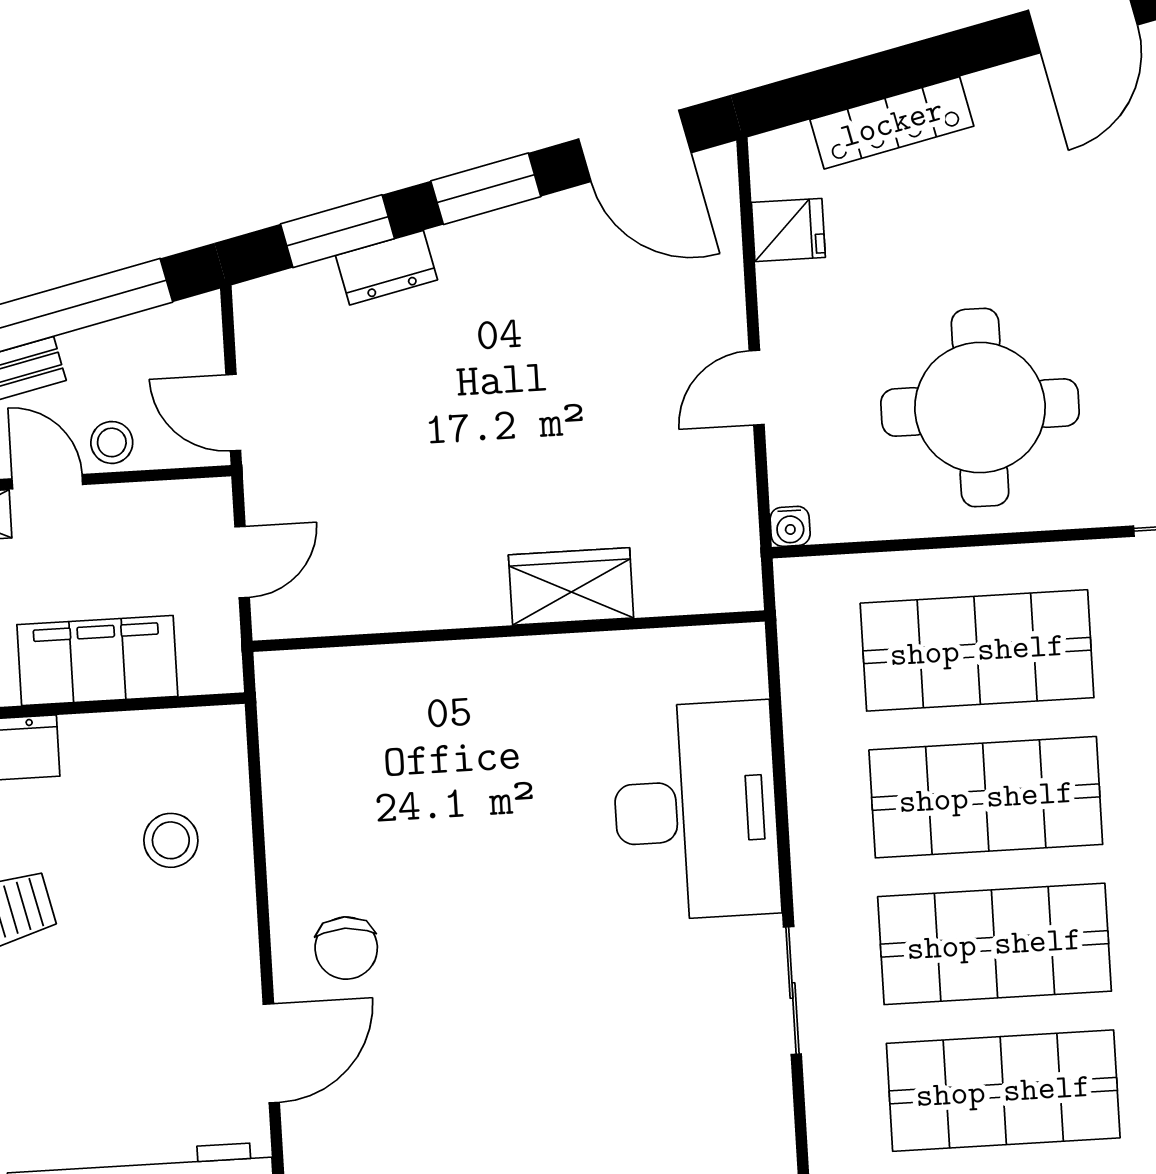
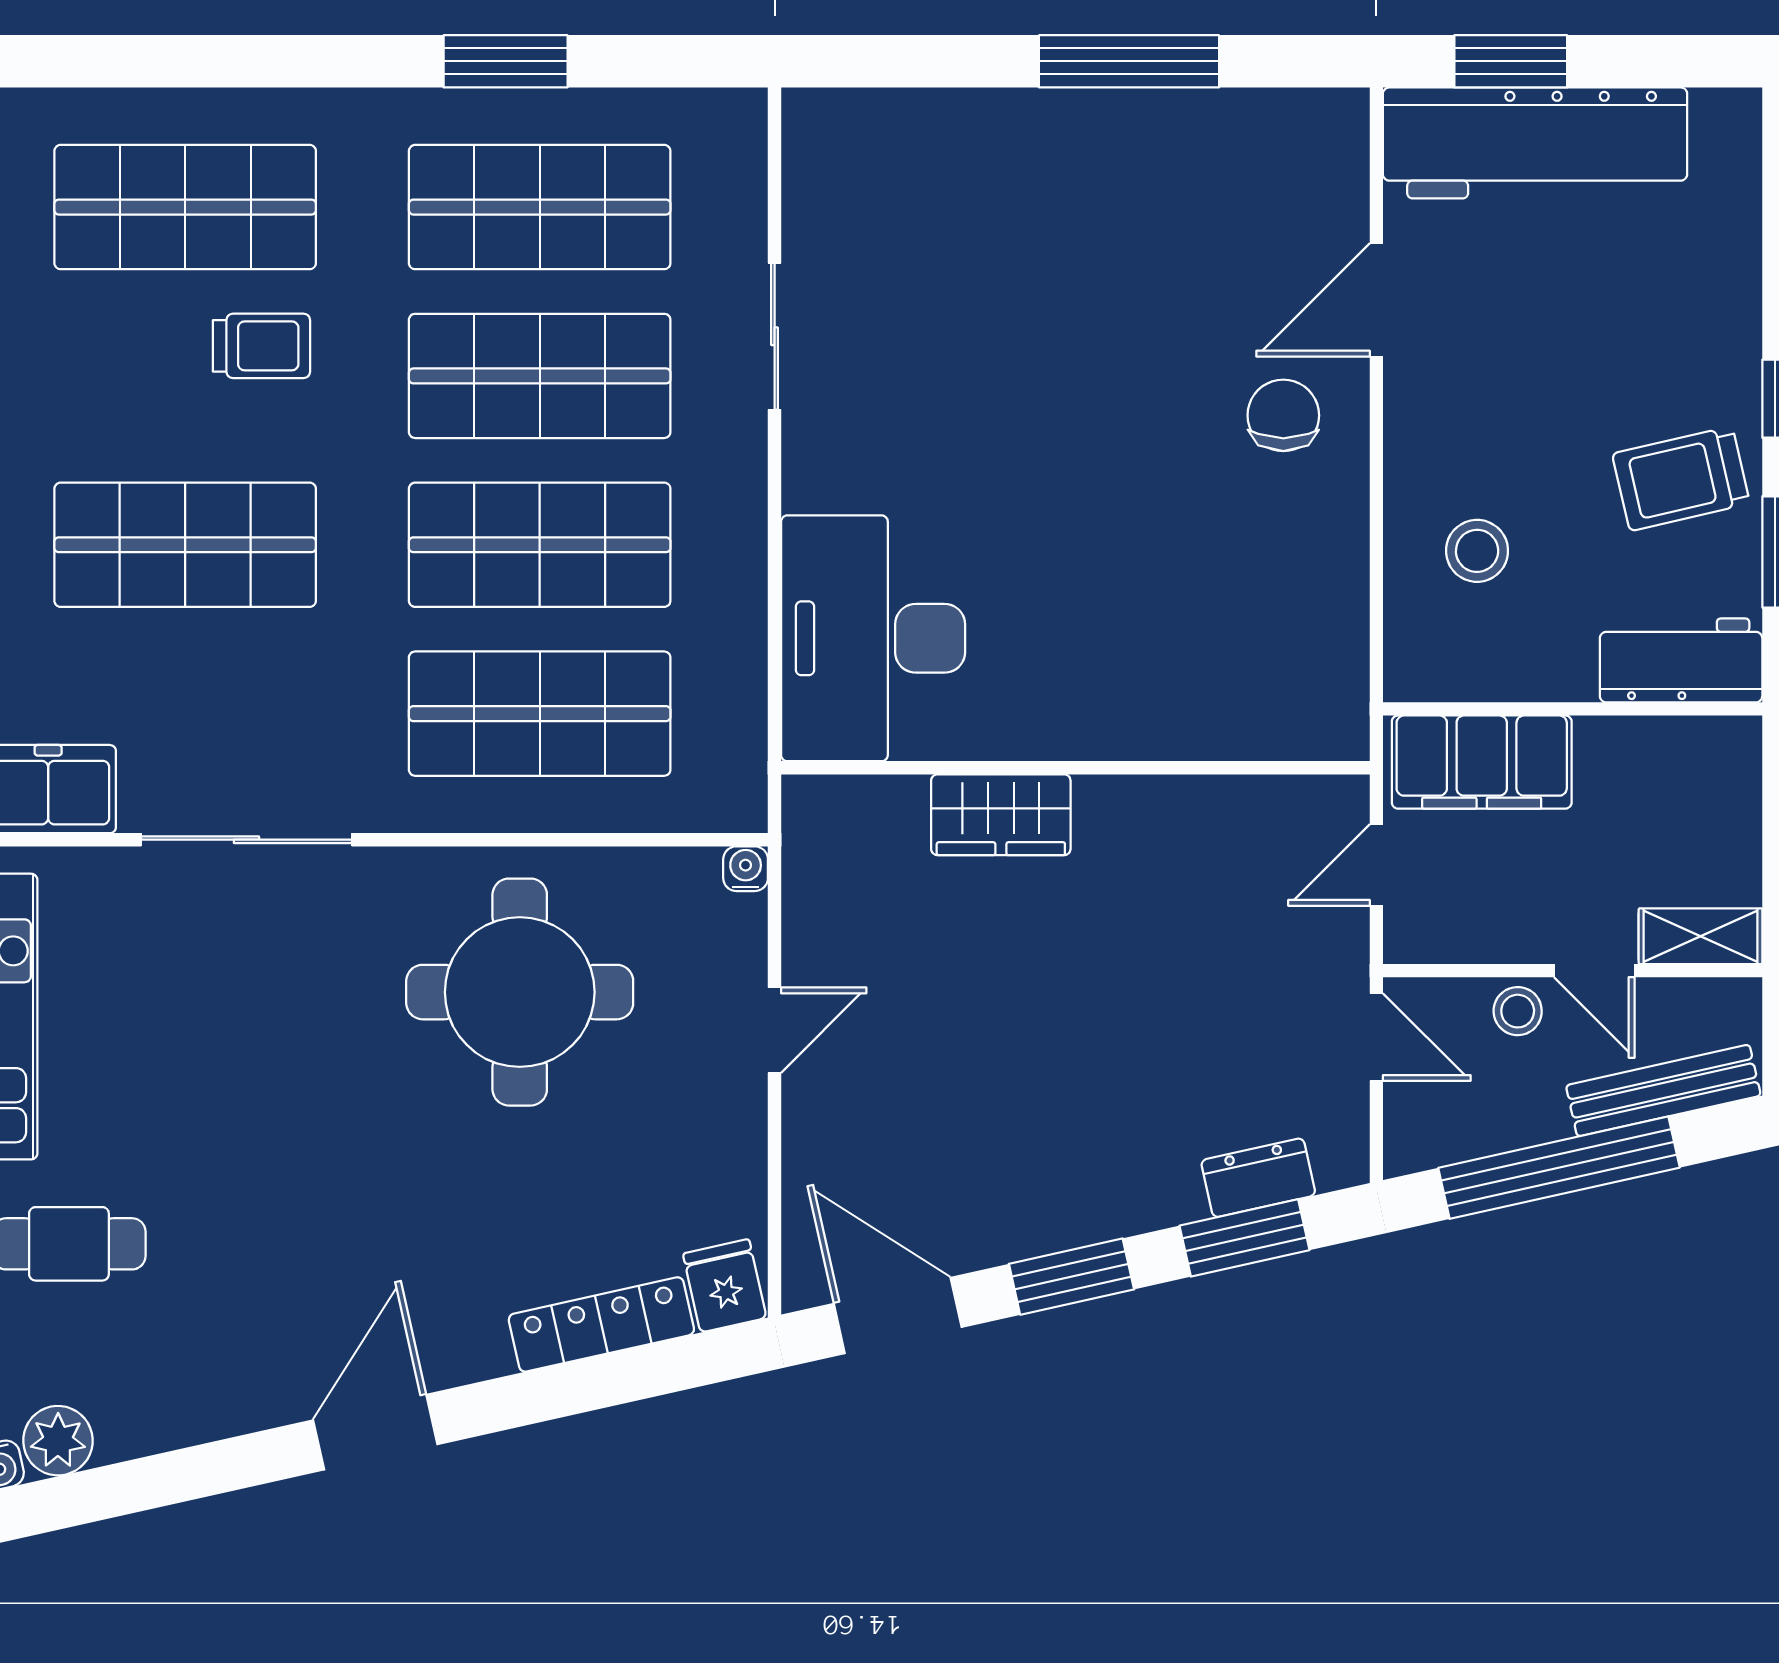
fridge: (788, 230) -> (725, 1286), moved, turned 77
dresser: (387, 268) -> (1258, 1178), moved
filing cabinet: (97, 660) -> (1482, 762), moved
desk: (696, 811) -> (873, 638), moved

